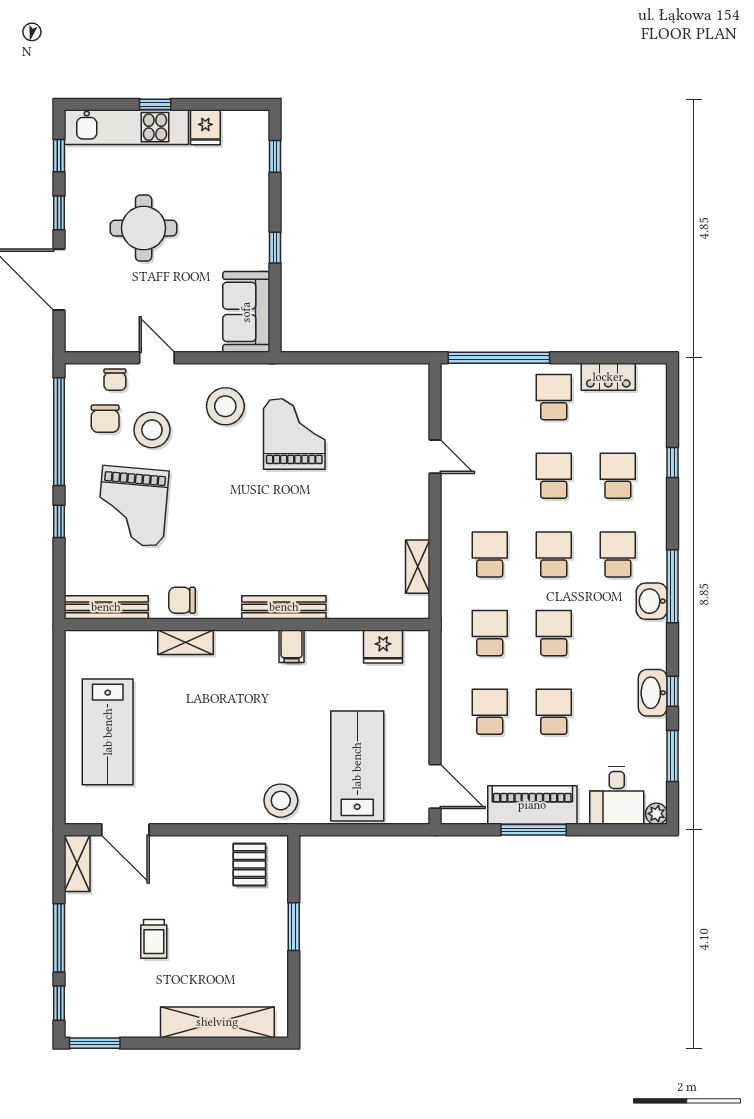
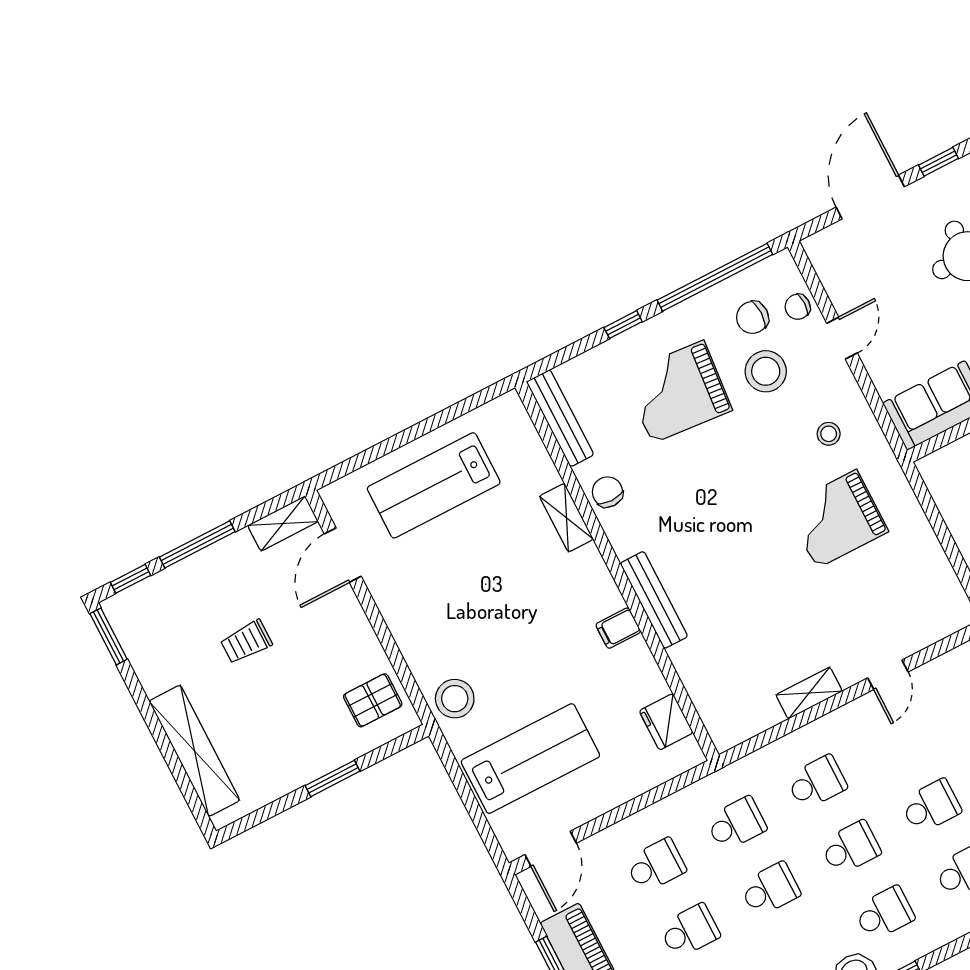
stool: (225, 406) -> (829, 434), width x0.53, depth x0.53
grand piano: (294, 434) -> (837, 519), turned 180
shelving: (418, 567) -> (809, 693), moved

